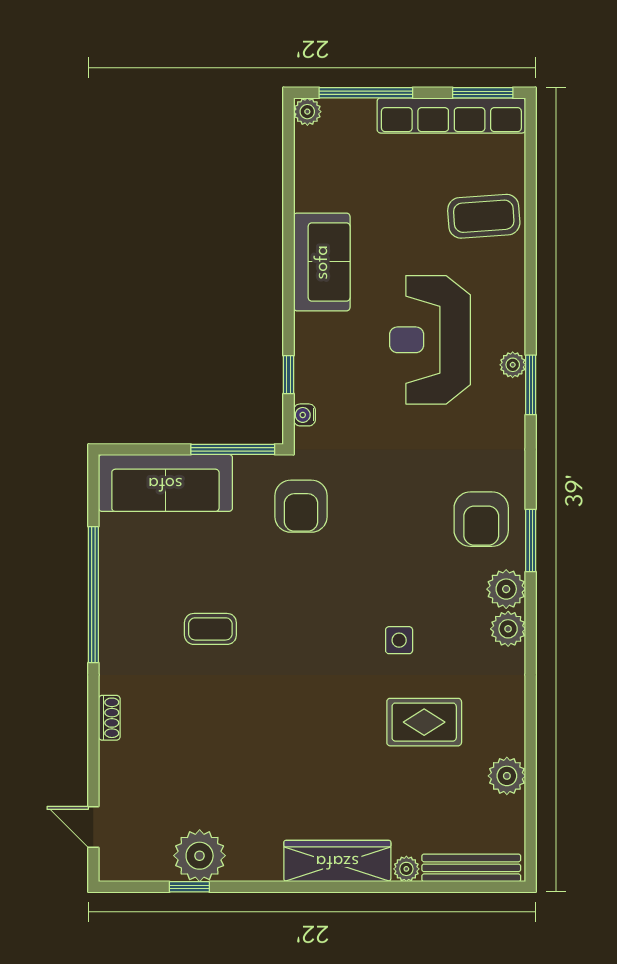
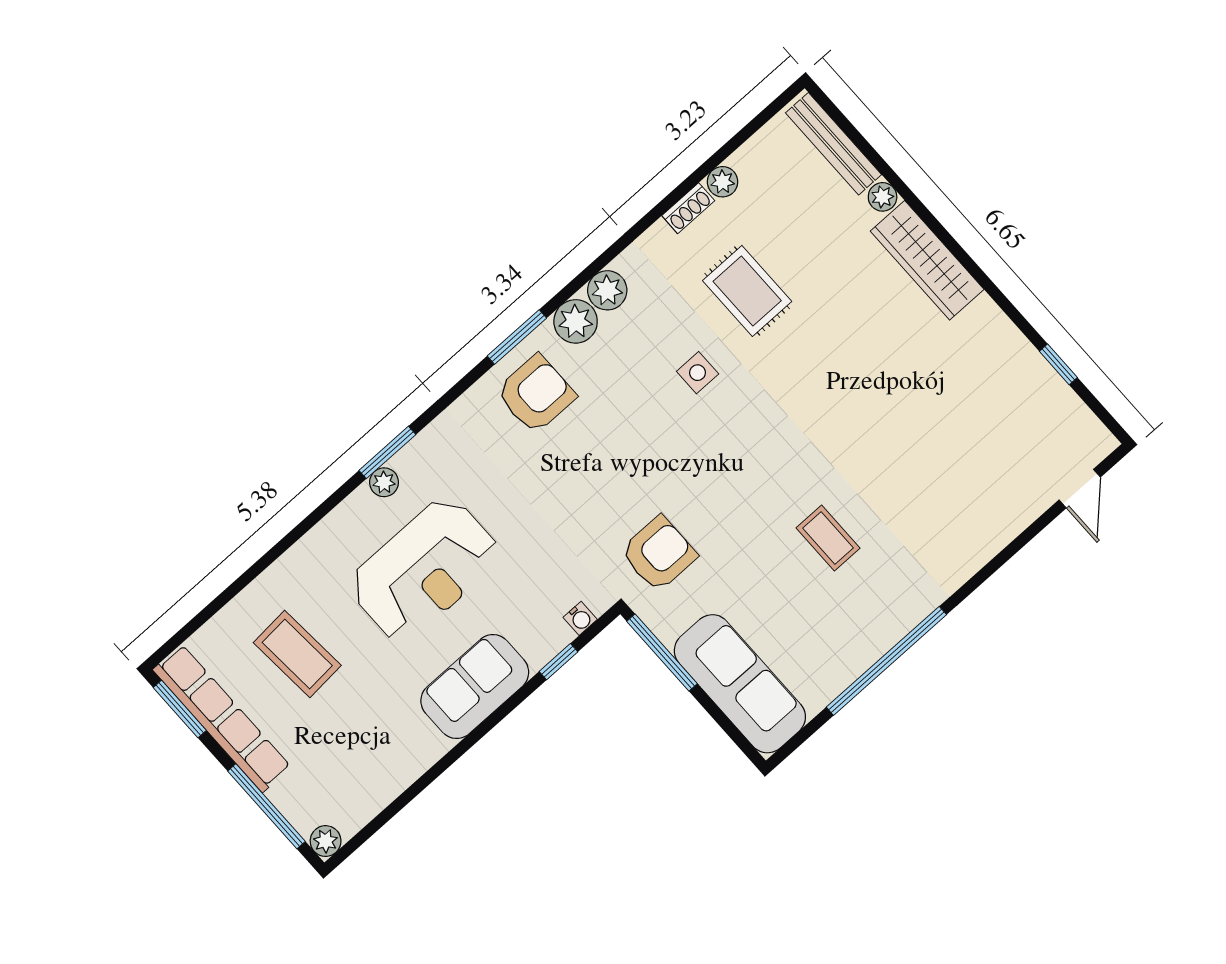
coffee table: (484, 216) -> (297, 654), moved
sofa: (322, 262) -> (475, 687), moved
shoe rack: (109, 718) -> (688, 208), moved, turned 180
plant: (507, 776) -> (722, 182), width x0.73, depth x0.73
plant: (200, 856) -> (1025, 379), removed

